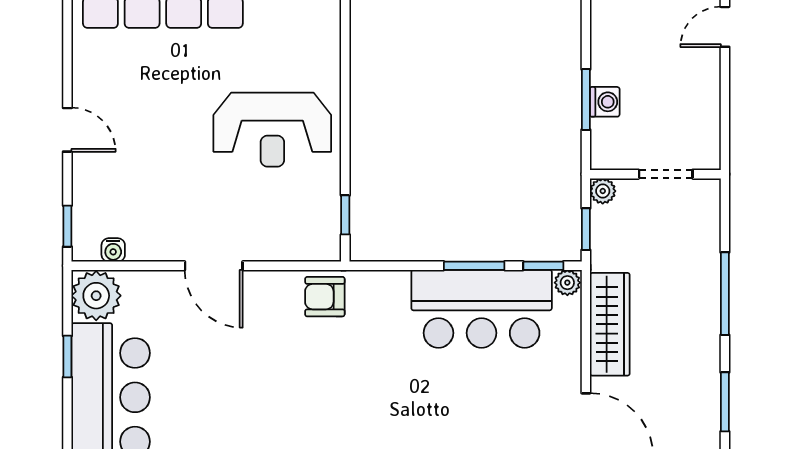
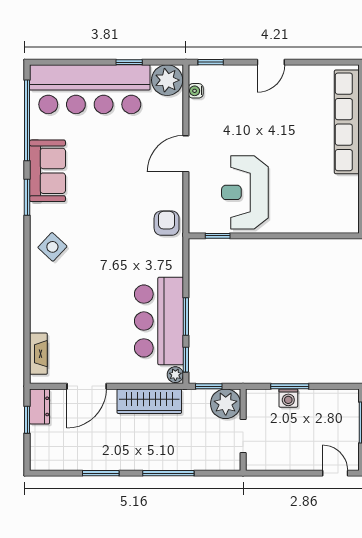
reception desk: (272, 130) -> (245, 192), moved
plant: (603, 191) -> (226, 404), width x1.88, depth x1.88

